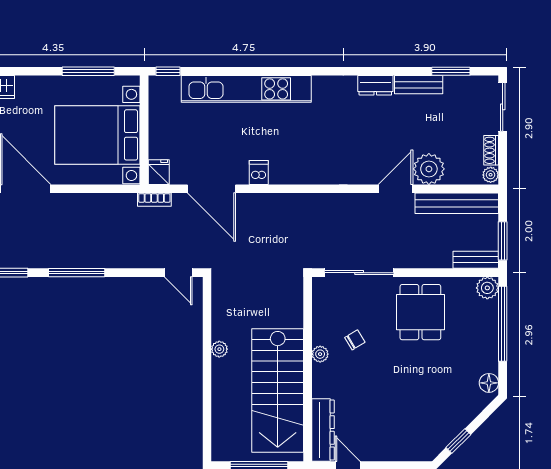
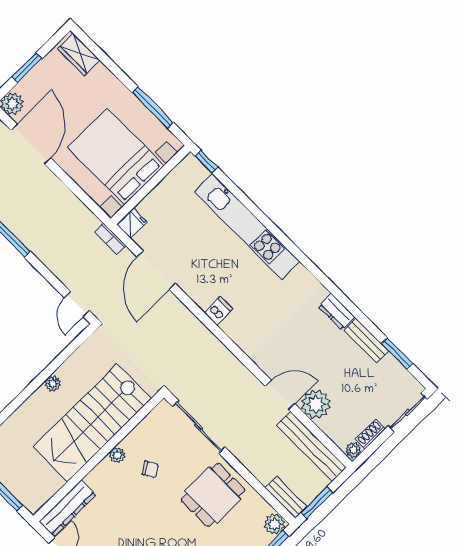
dishwasher: (259, 172) -> (218, 311), moved
stairs: (278, 390) -> (92, 423), moved

